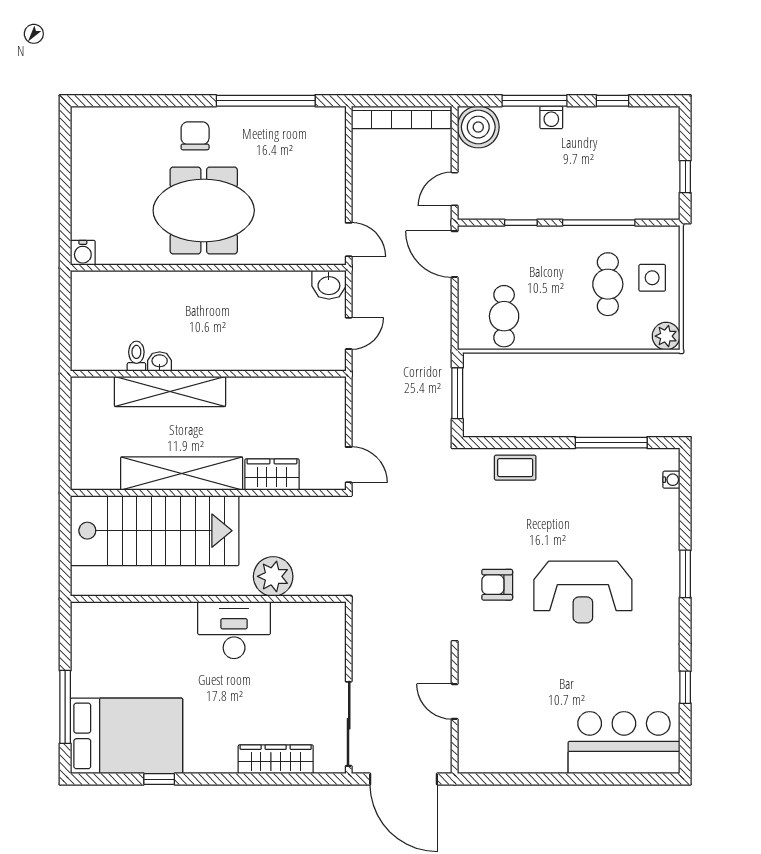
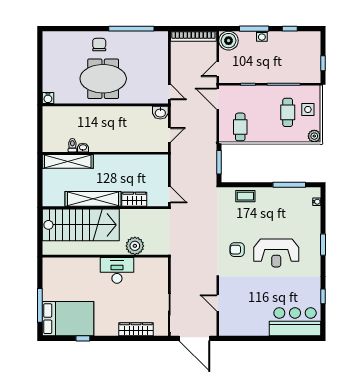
shelving: (170, 391) -> (68, 161), moved

